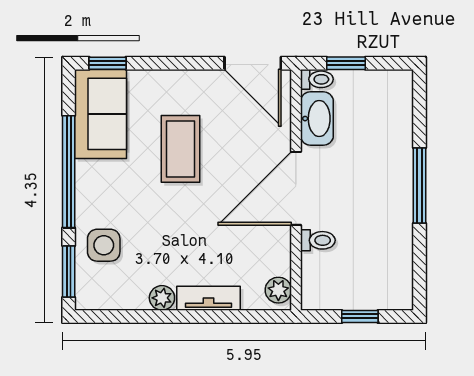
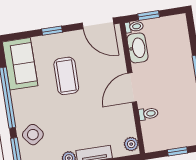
window: (108, 63) -> (52, 31), moved
door: (296, 188) -> (132, 87), width x0.73
side table: (104, 245) -> (33, 135), turned -38

